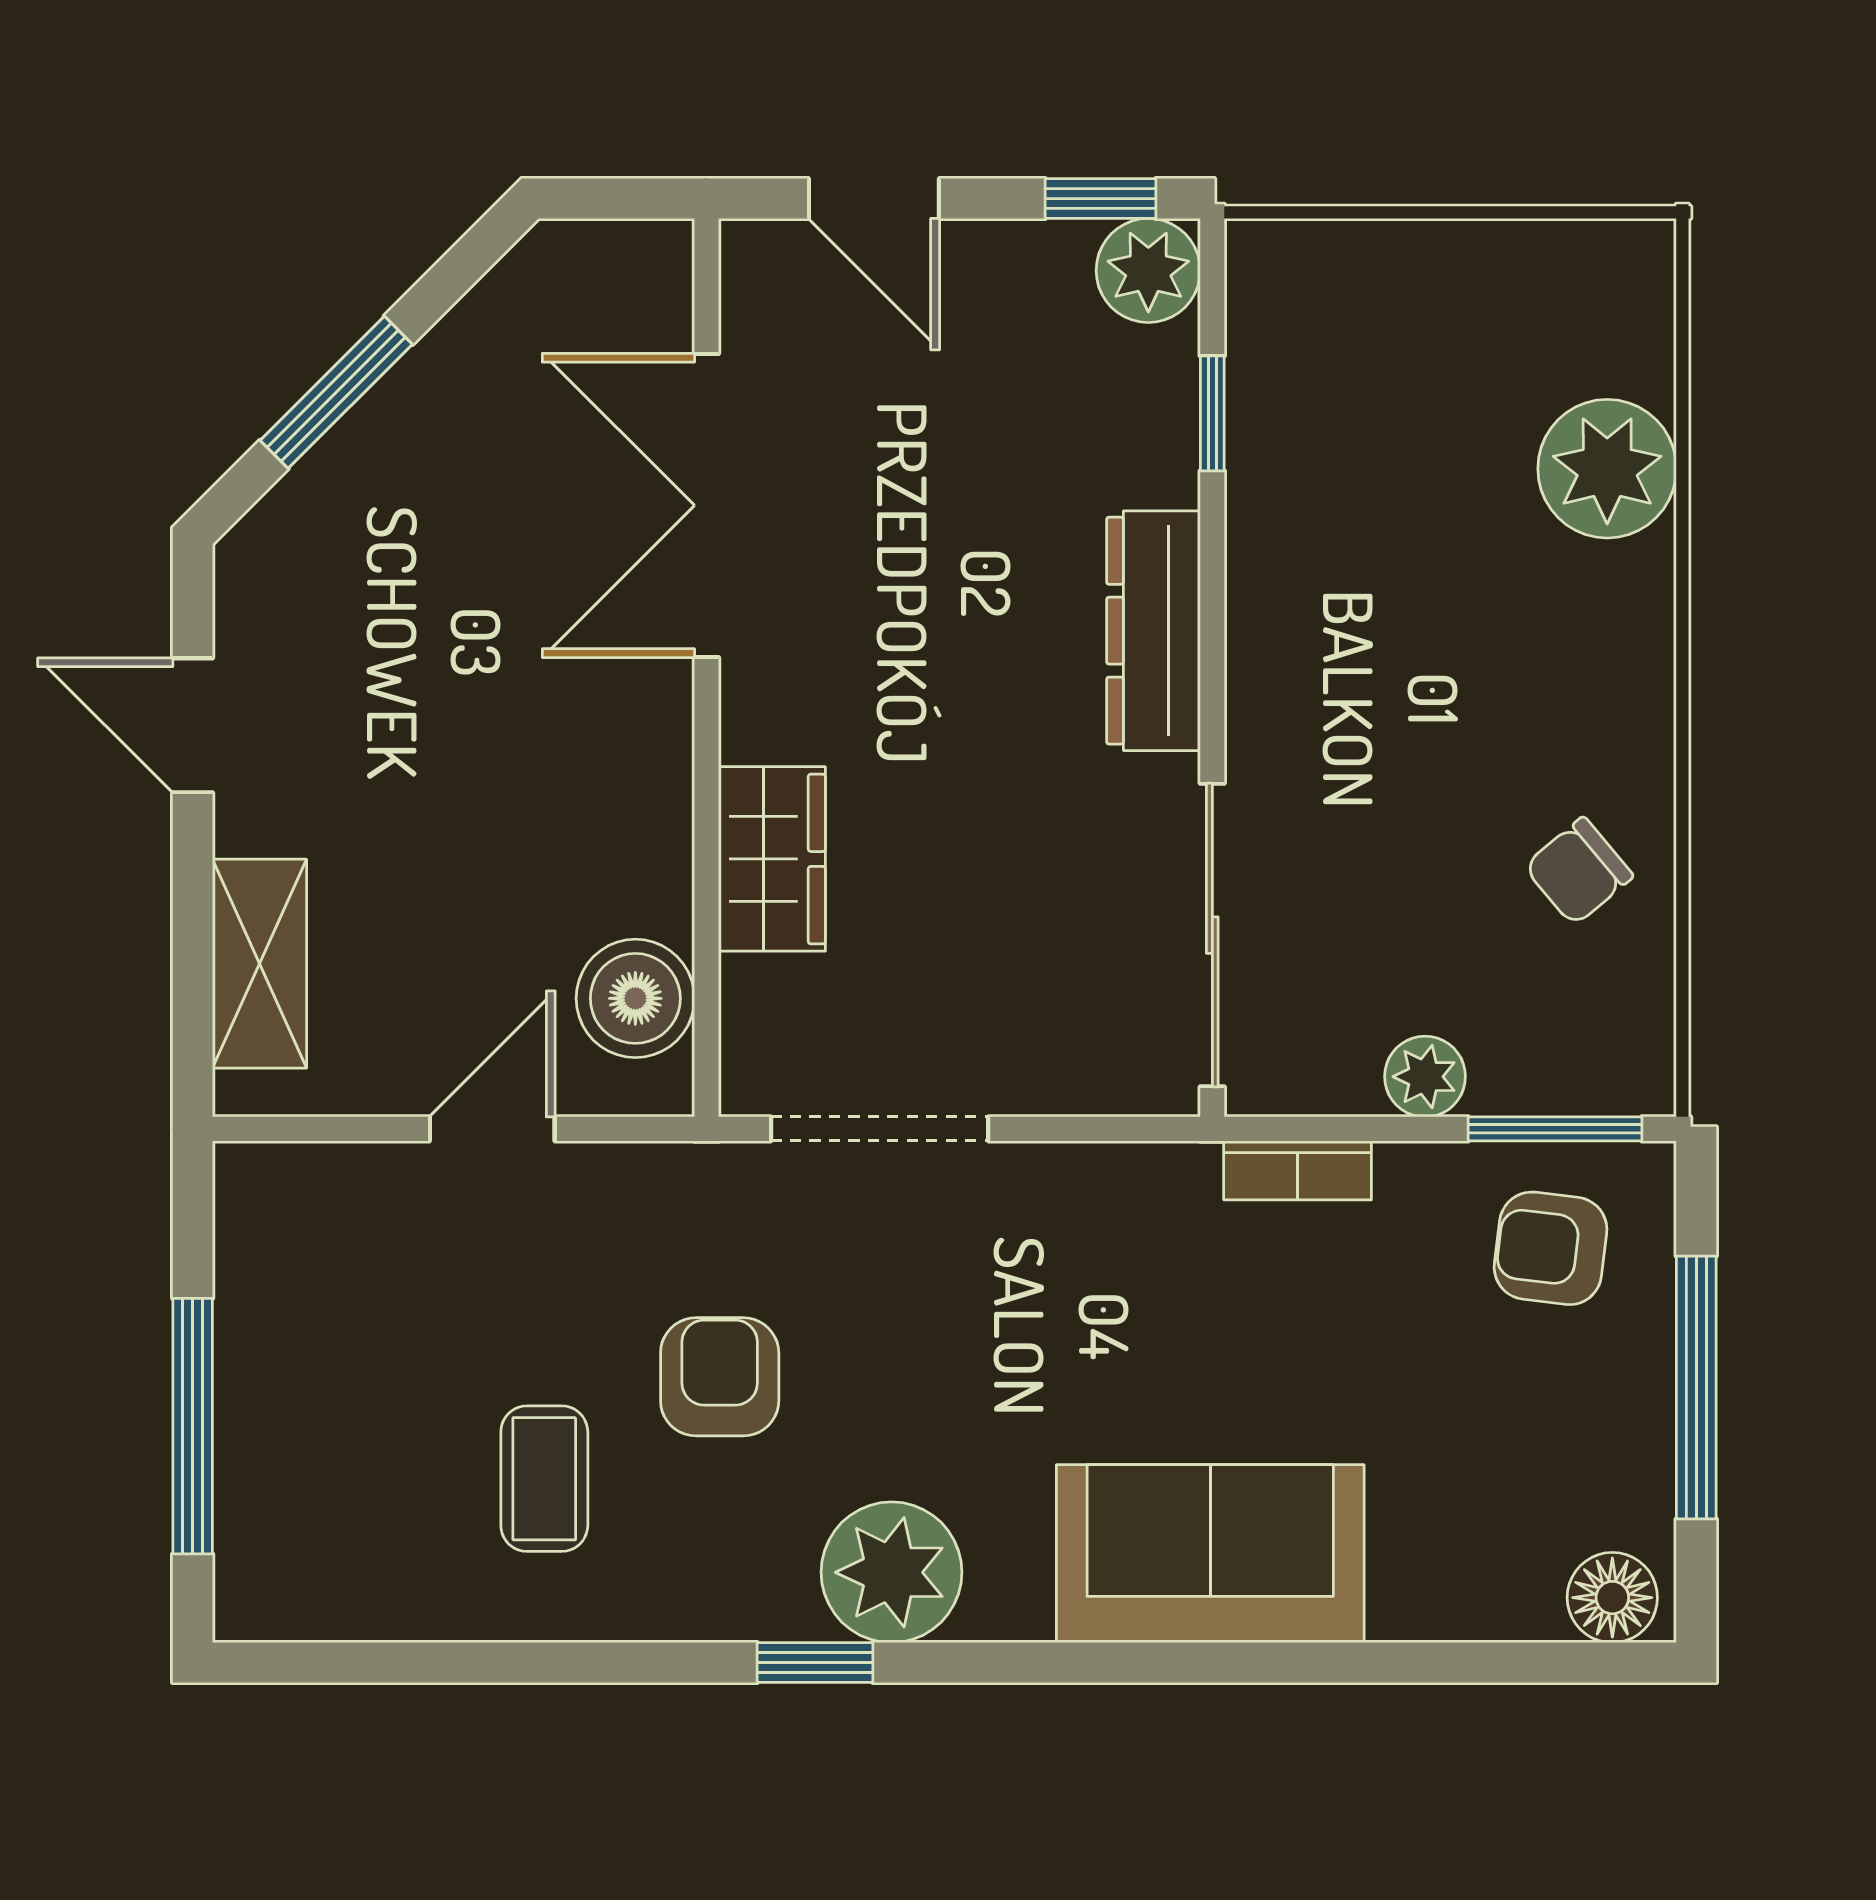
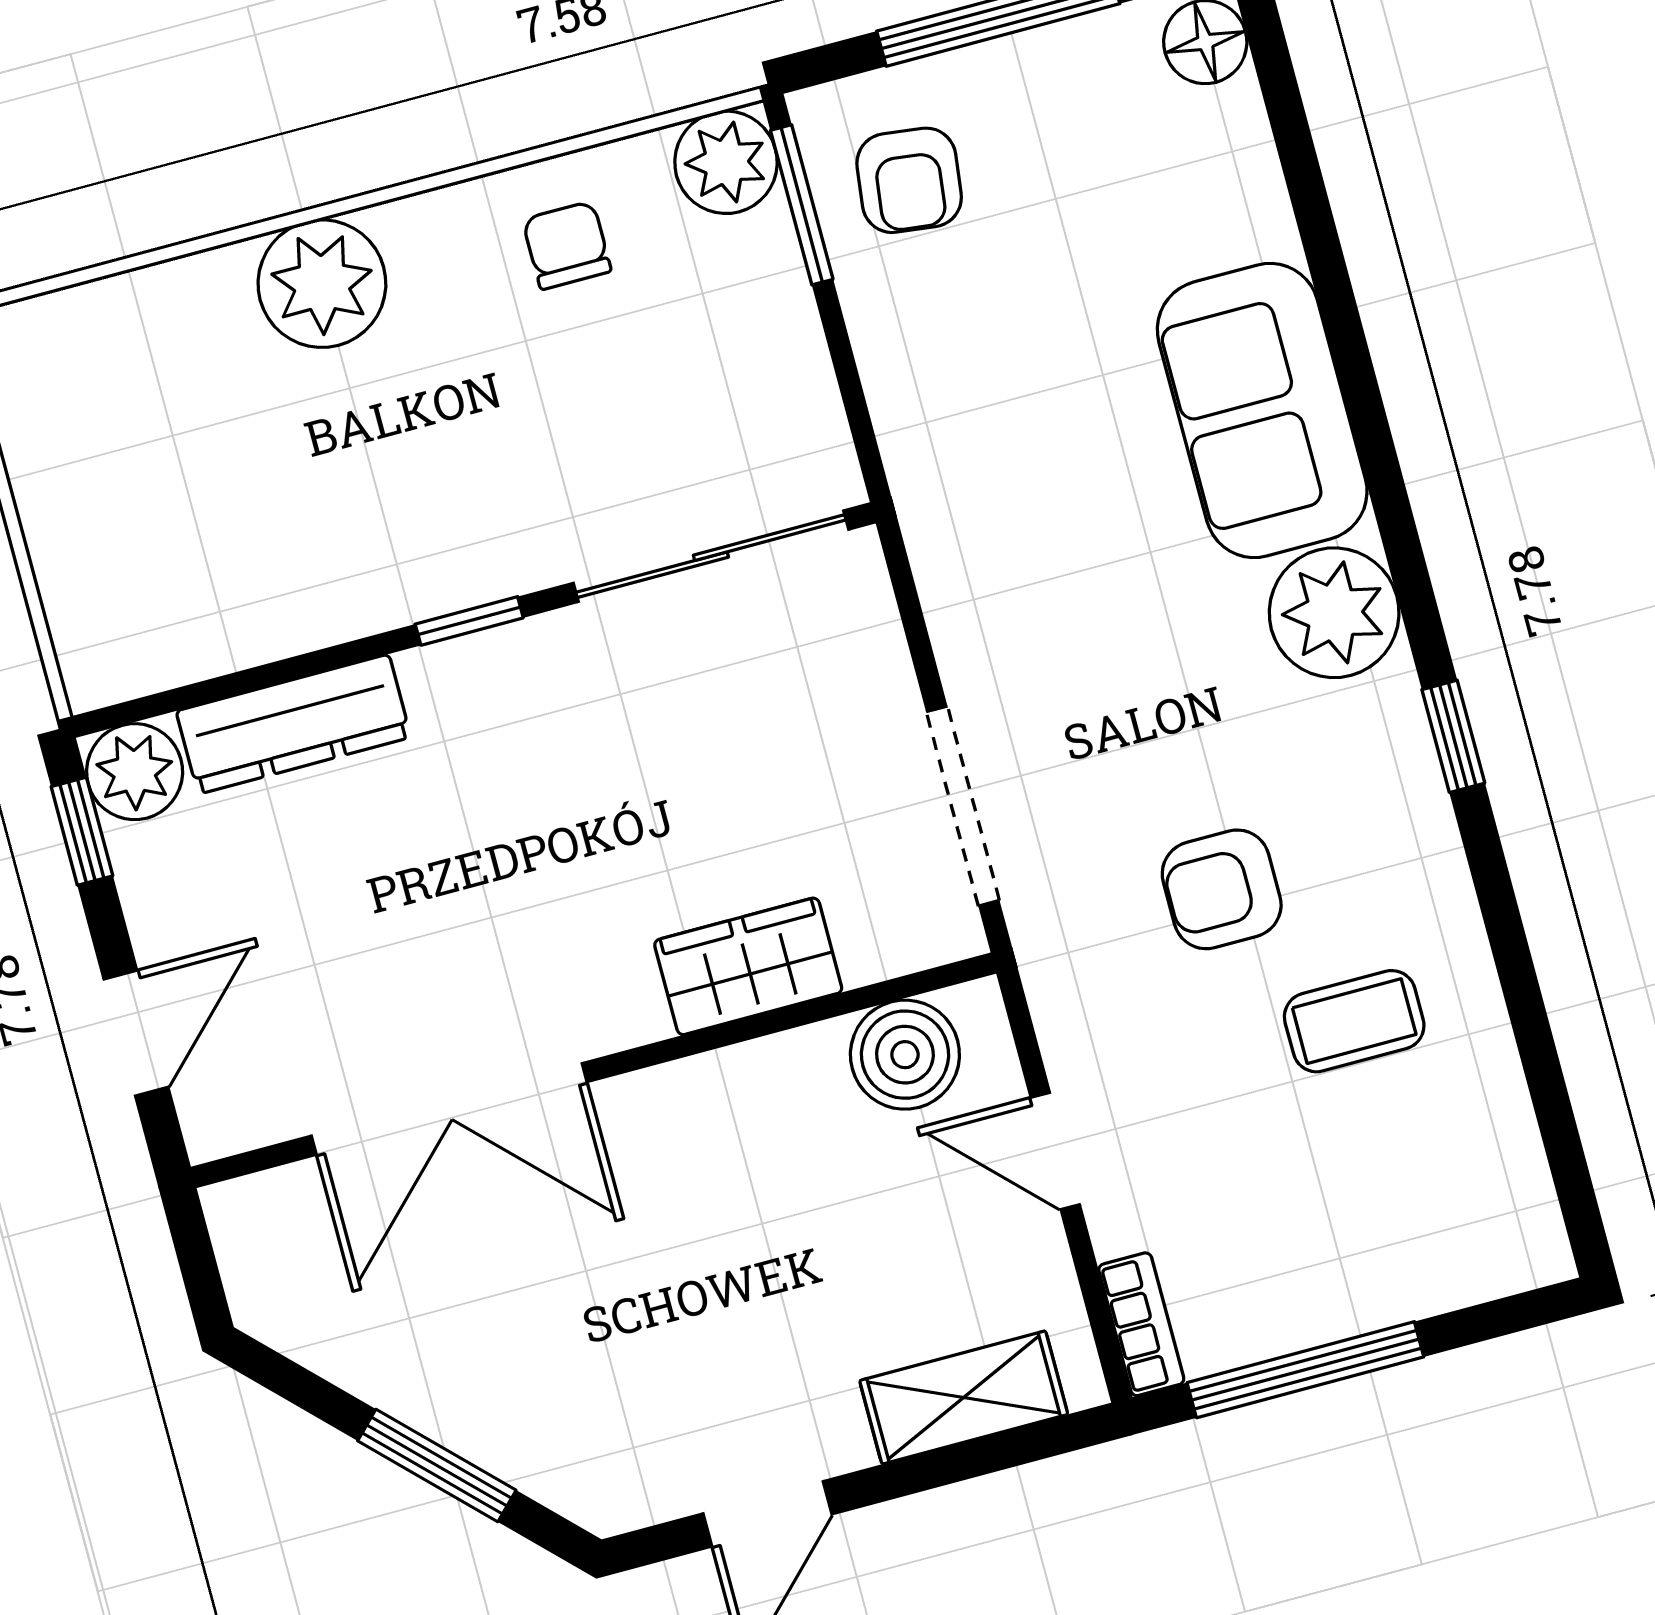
window: (1212, 413) -> (469, 621), moved
plant: (1607, 469) -> (322, 284), moved
dresser: (1153, 631) -> (294, 724), moved
chair: (1579, 871) -> (567, 245), turned -140
plant: (1425, 1077) -> (726, 162), moved, width x1.38, depth x1.38
bookcase: (1298, 1170) -> (1141, 1324), moved
window: (193, 1426) -> (1305, 1370), moved
plant: (892, 1572) -> (1334, 613), moved

